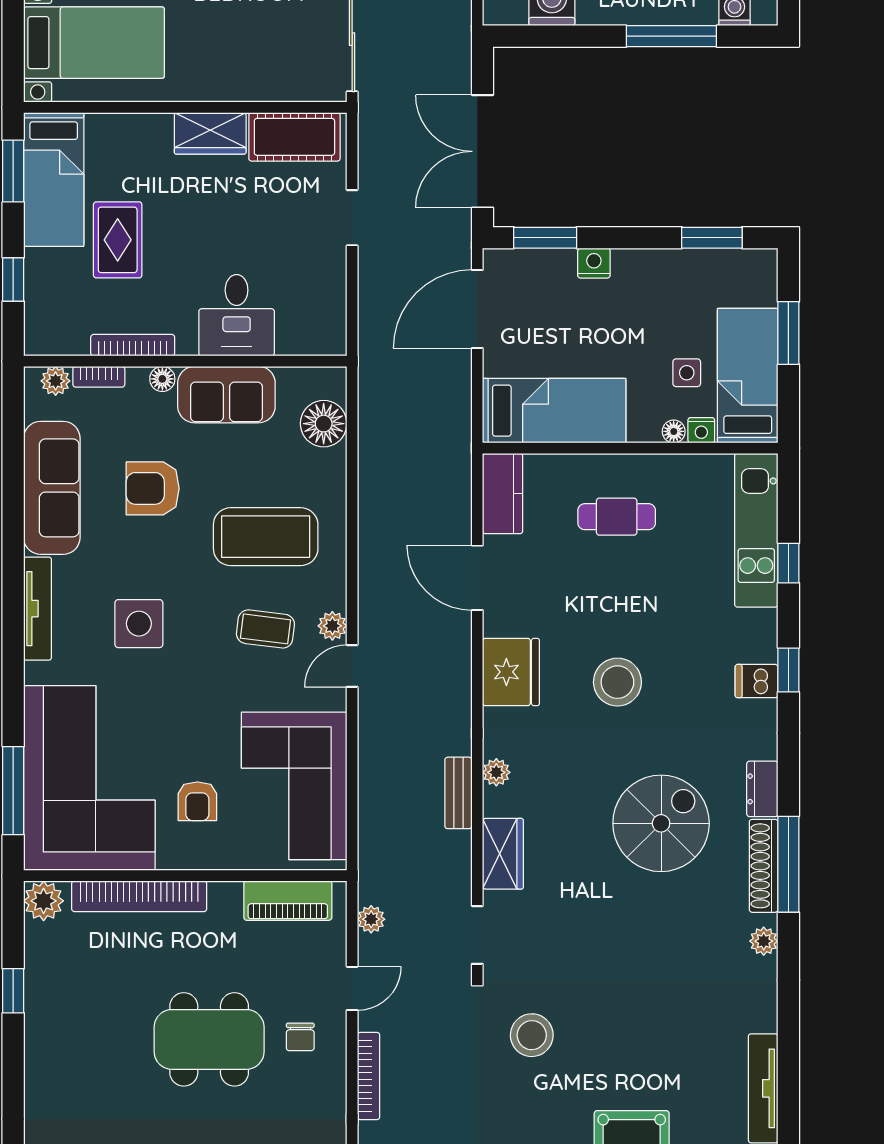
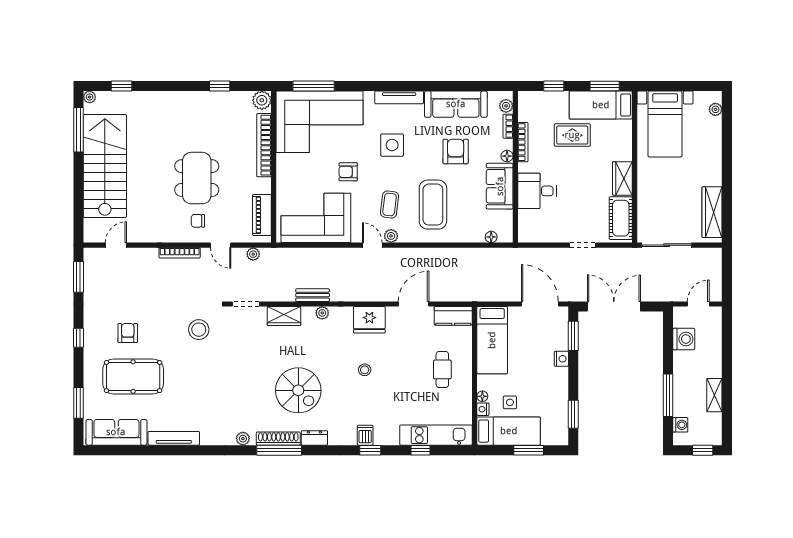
floor lamp: (324, 424) -> (491, 237), width x0.53, depth x0.53
stool: (617, 682) -> (365, 370), width x0.53, depth x0.53
armchair: (197, 801) -> (348, 172), moved

